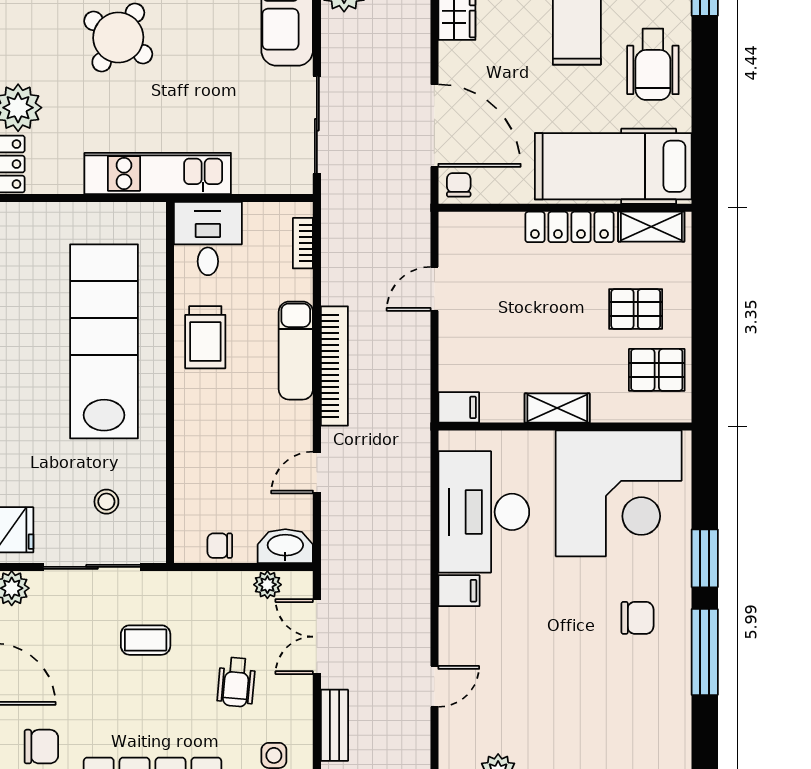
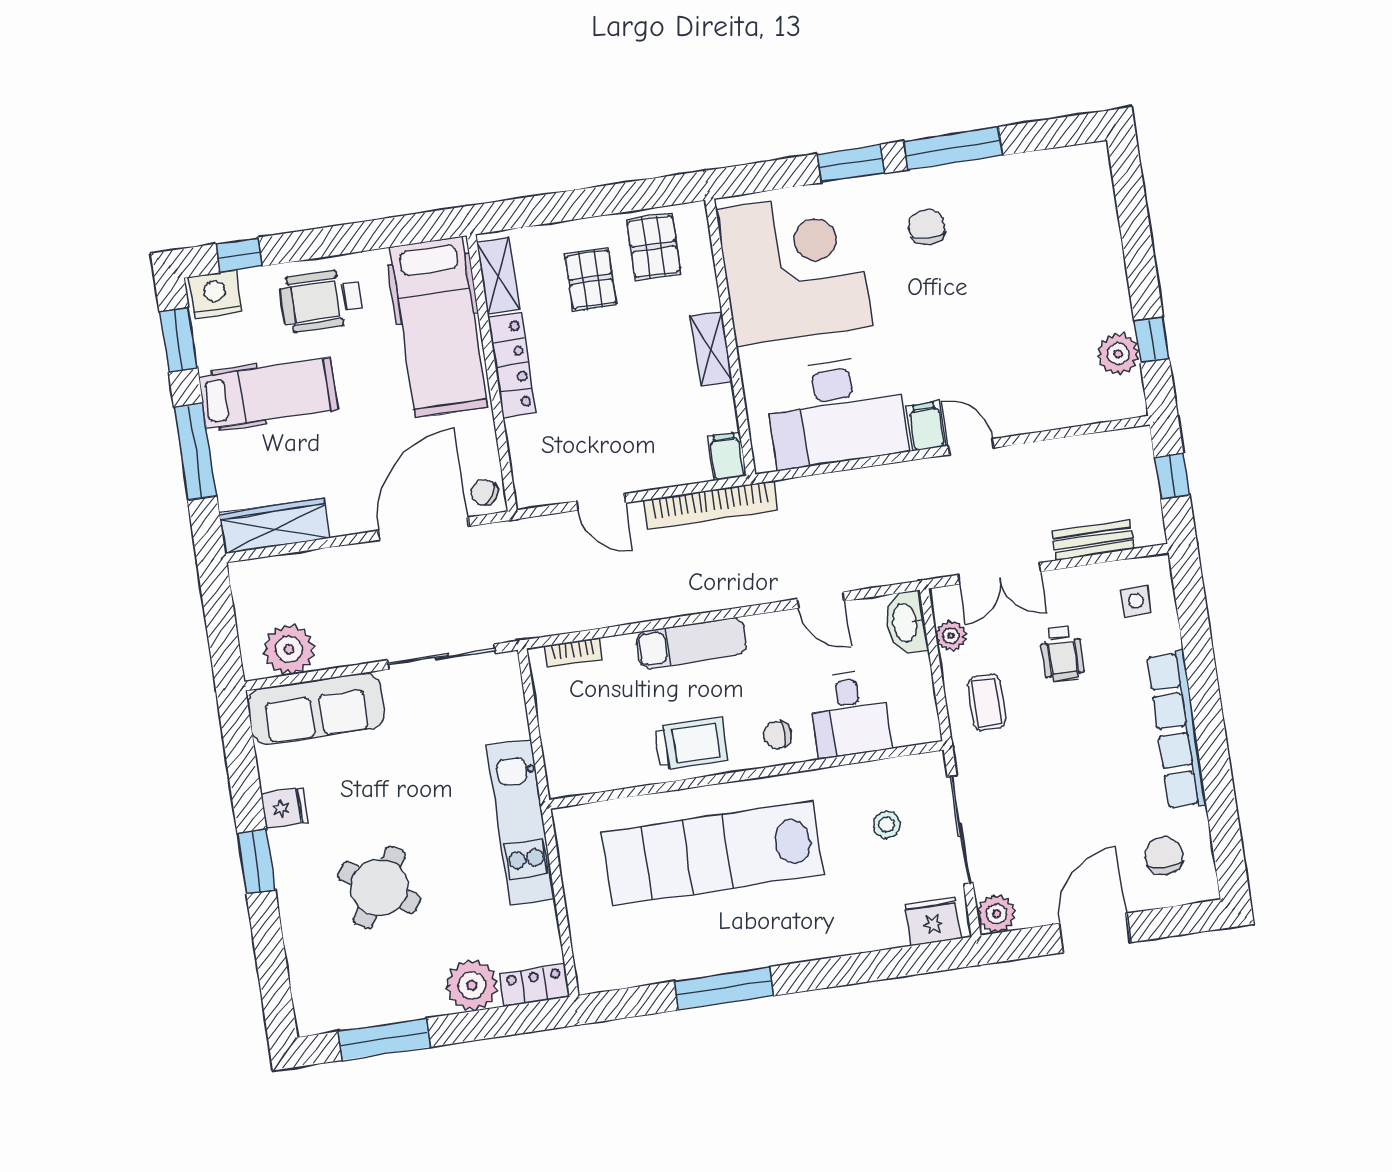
wheelchair: (653, 64) -> (321, 300), turned 180
chair: (459, 185) -> (484, 492), turned 32
desk: (208, 239) -> (850, 714), moved, turned -90
bookcase: (334, 366) -> (710, 505), moved, turned 180
chair: (220, 546) -> (777, 735), moved, turned 90
coffee table: (146, 640) -> (987, 703), moved
wheelchair: (236, 682) -> (1062, 654), turned 85
door: (434, 686) -> (971, 447), moved

